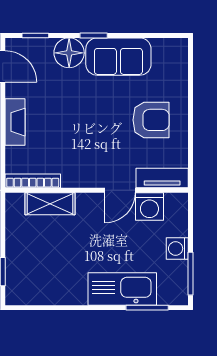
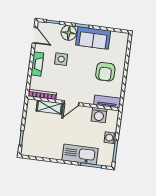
side table: (61, 106) -> (61, 59), added
armchair: (151, 120) -> (105, 72), turned 90
door: (120, 190) -> (71, 103), moved

